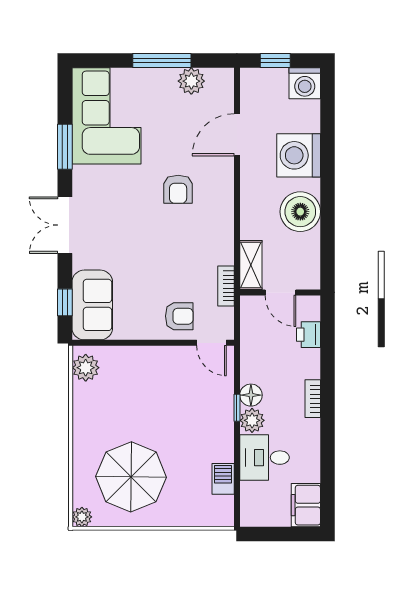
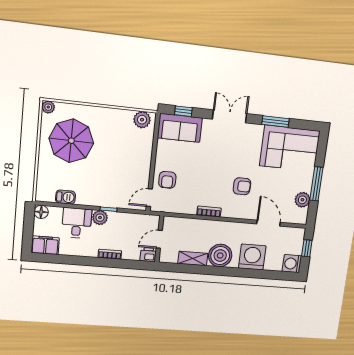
armchair: (178, 189) -> (242, 186), turned 180
shelving: (251, 265) -> (193, 259), moved
bookcase: (226, 286) -> (209, 212), moved
door: (280, 292) -> (159, 239), moved
wall: (280, 292) -> (159, 239), moved
floor lamp: (251, 395) -> (41, 212), moved

